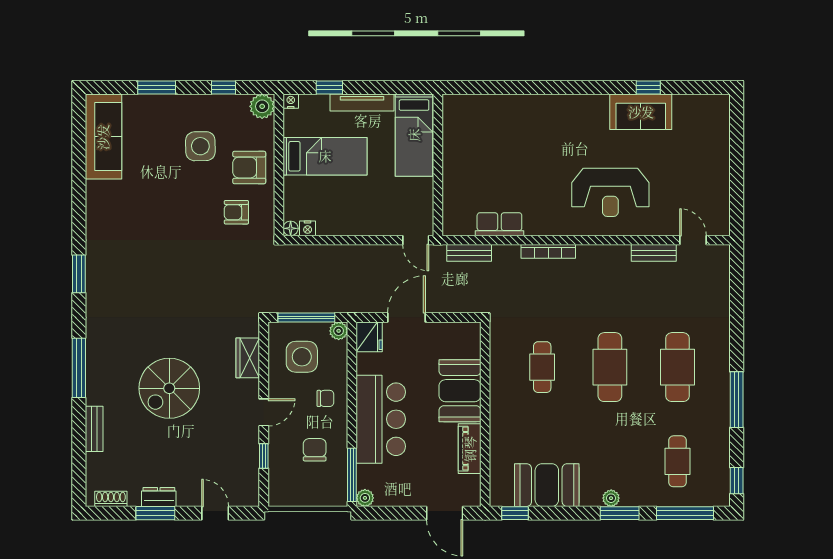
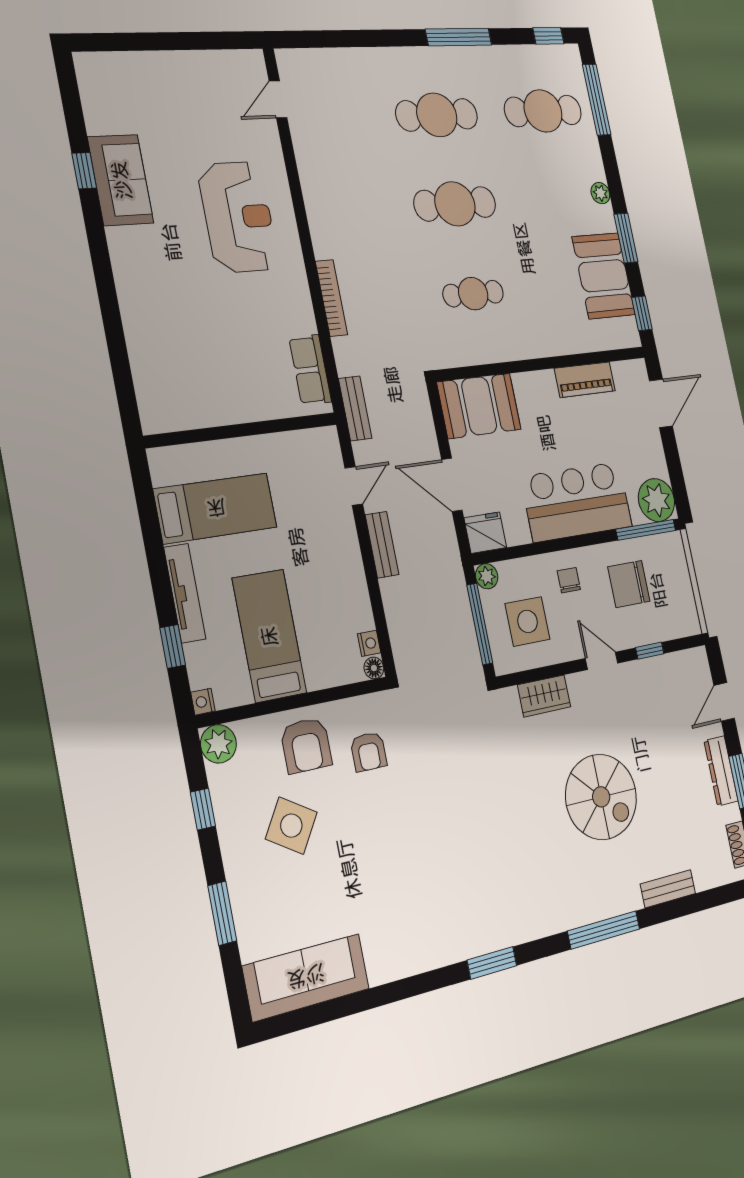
side table: (200, 146) -> (291, 826), turned 33
wall: (438, 165) -> (242, 430), moved
bench: (654, 253) -> (382, 545), moved
booth: (460, 391) -> (479, 406), moved
chair: (315, 450) -> (629, 584), width x1.37, depth x1.37
cafe table: (677, 461) -> (543, 111), width x1.37, depth x1.35
dresser: (159, 497) -> (721, 771), width x1.44
plant: (365, 498) -> (656, 500), width x1.88, depth x1.88
window: (620, 513) -> (626, 238), moved

